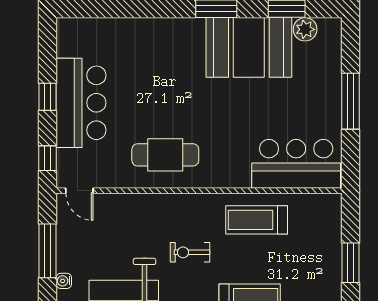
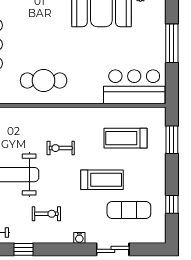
treadmill: (257, 220) -> (126, 138), moved
window: (350, 263) -> (172, 140), moved

